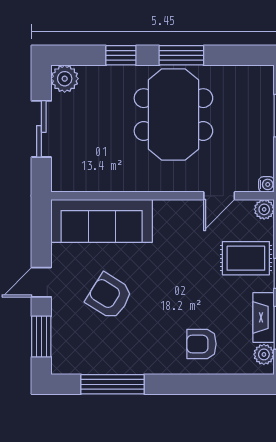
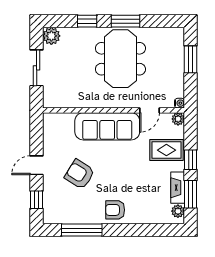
sofa: (102, 221) -> (107, 126), moved
window: (41, 337) -> (37, 200), width x0.67
armchair: (201, 344) -> (115, 210), moved

